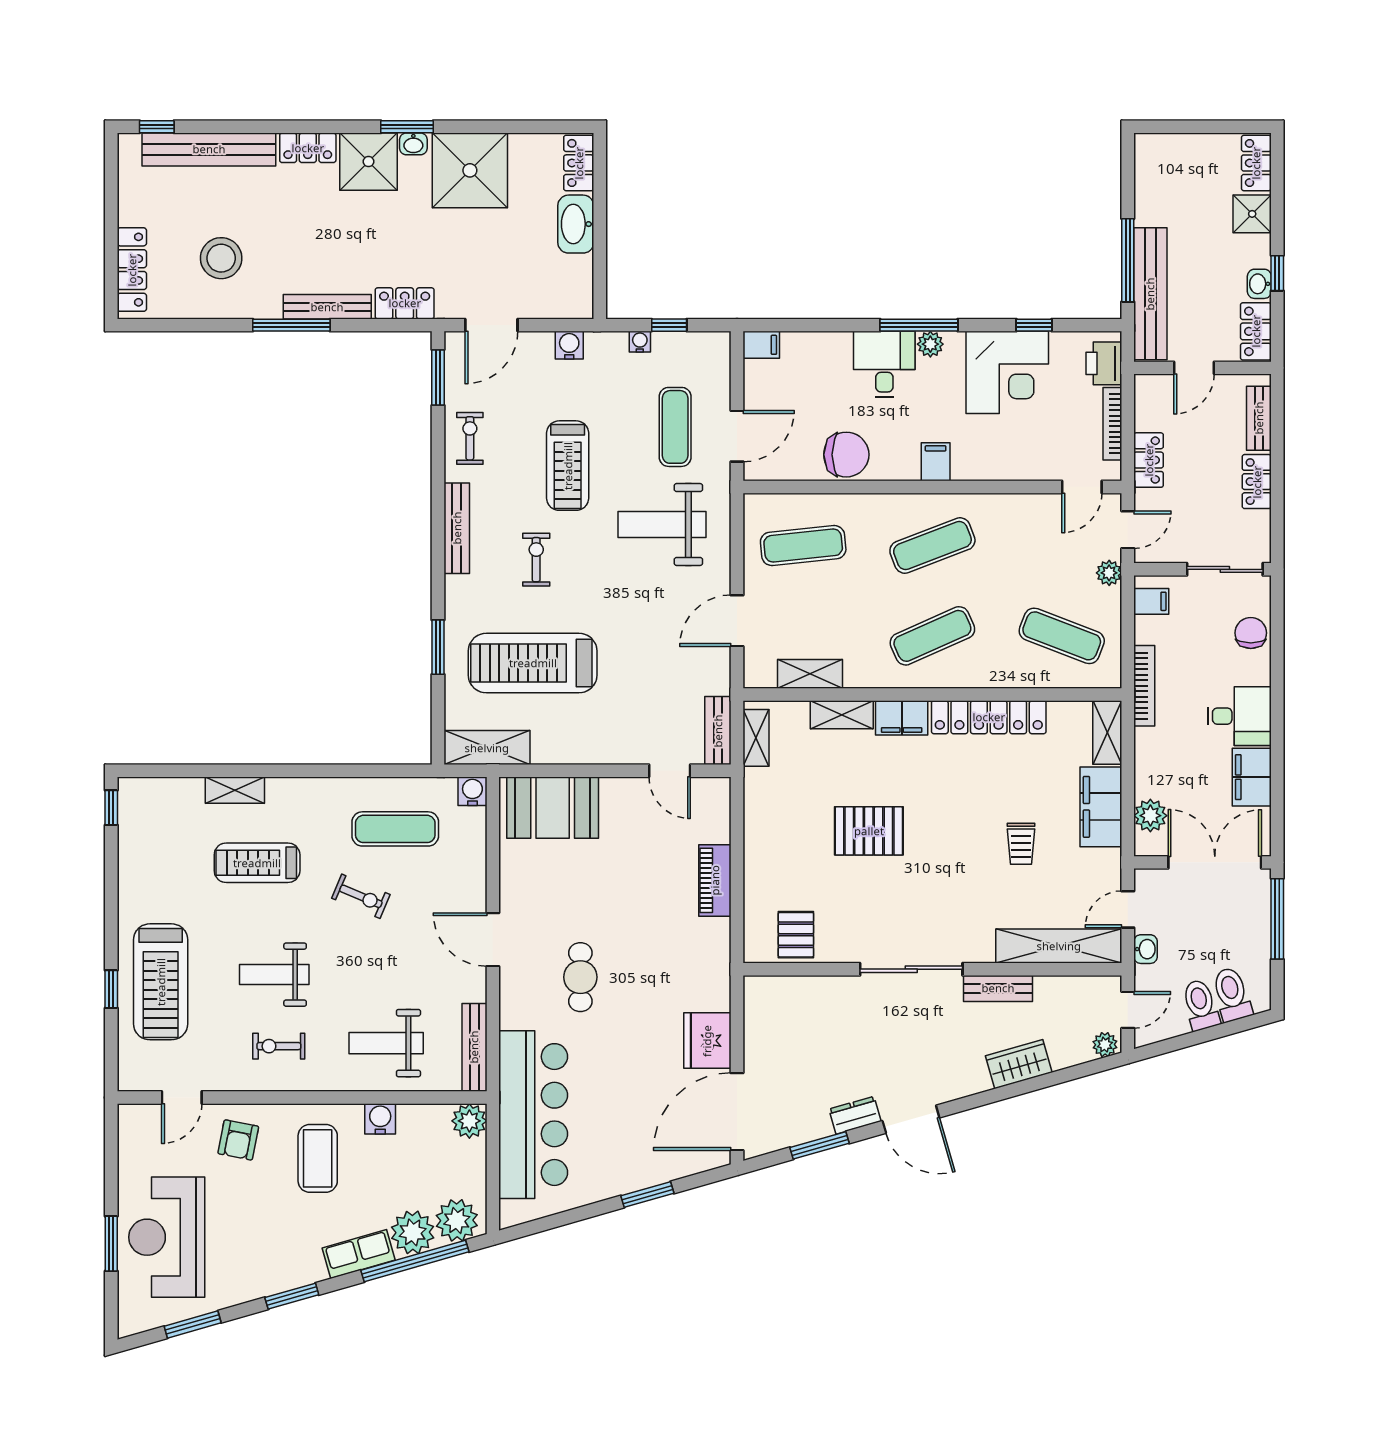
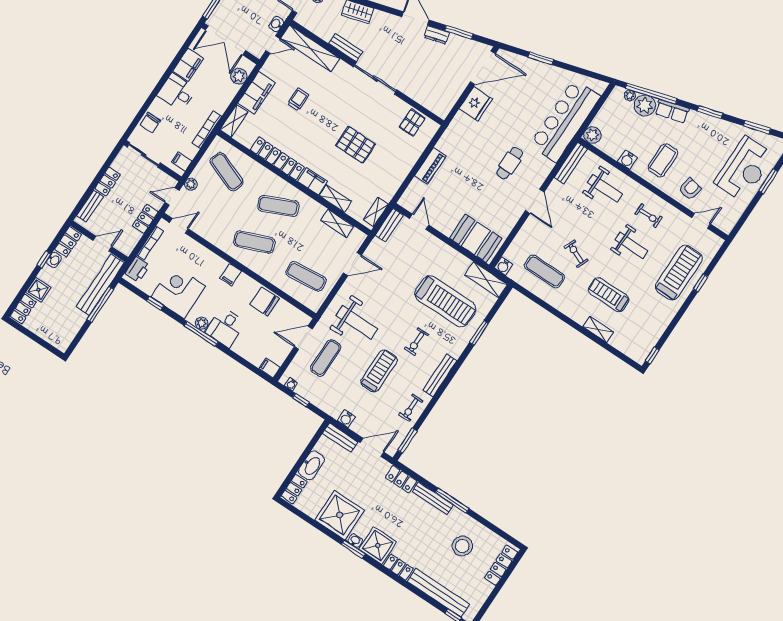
bench: (558, 305) -> (340, 438), added
water cooler: (640, 342) -> (291, 384), moved
treadmill: (257, 863) -> (609, 295), turned 180
plant: (457, 1220) -> (630, 95), width x0.53, depth x0.53

